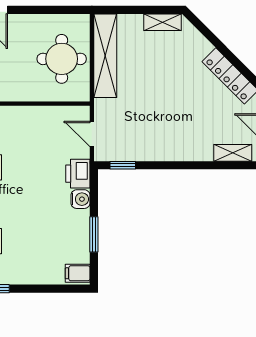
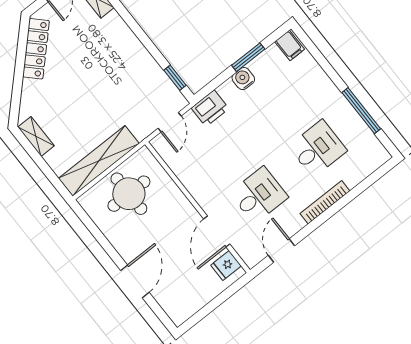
water cooler: (80, 199) -> (243, 79), moved

